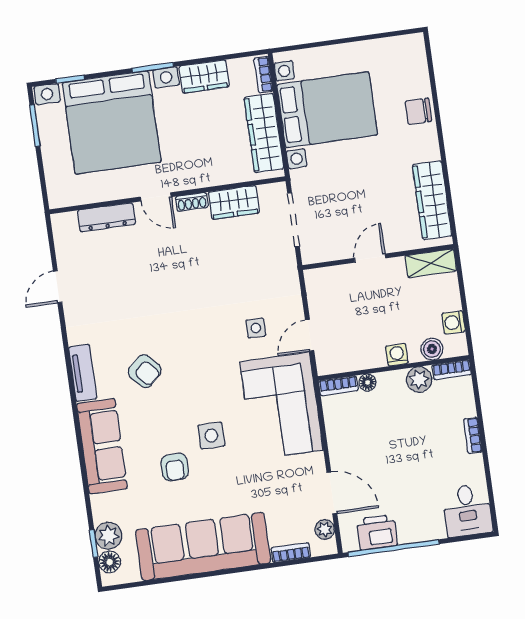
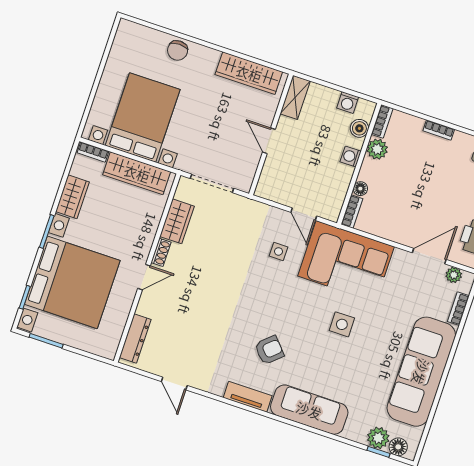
dresser: (106, 217) -> (135, 338), moved
armchair: (175, 467) -> (352, 363), removed

